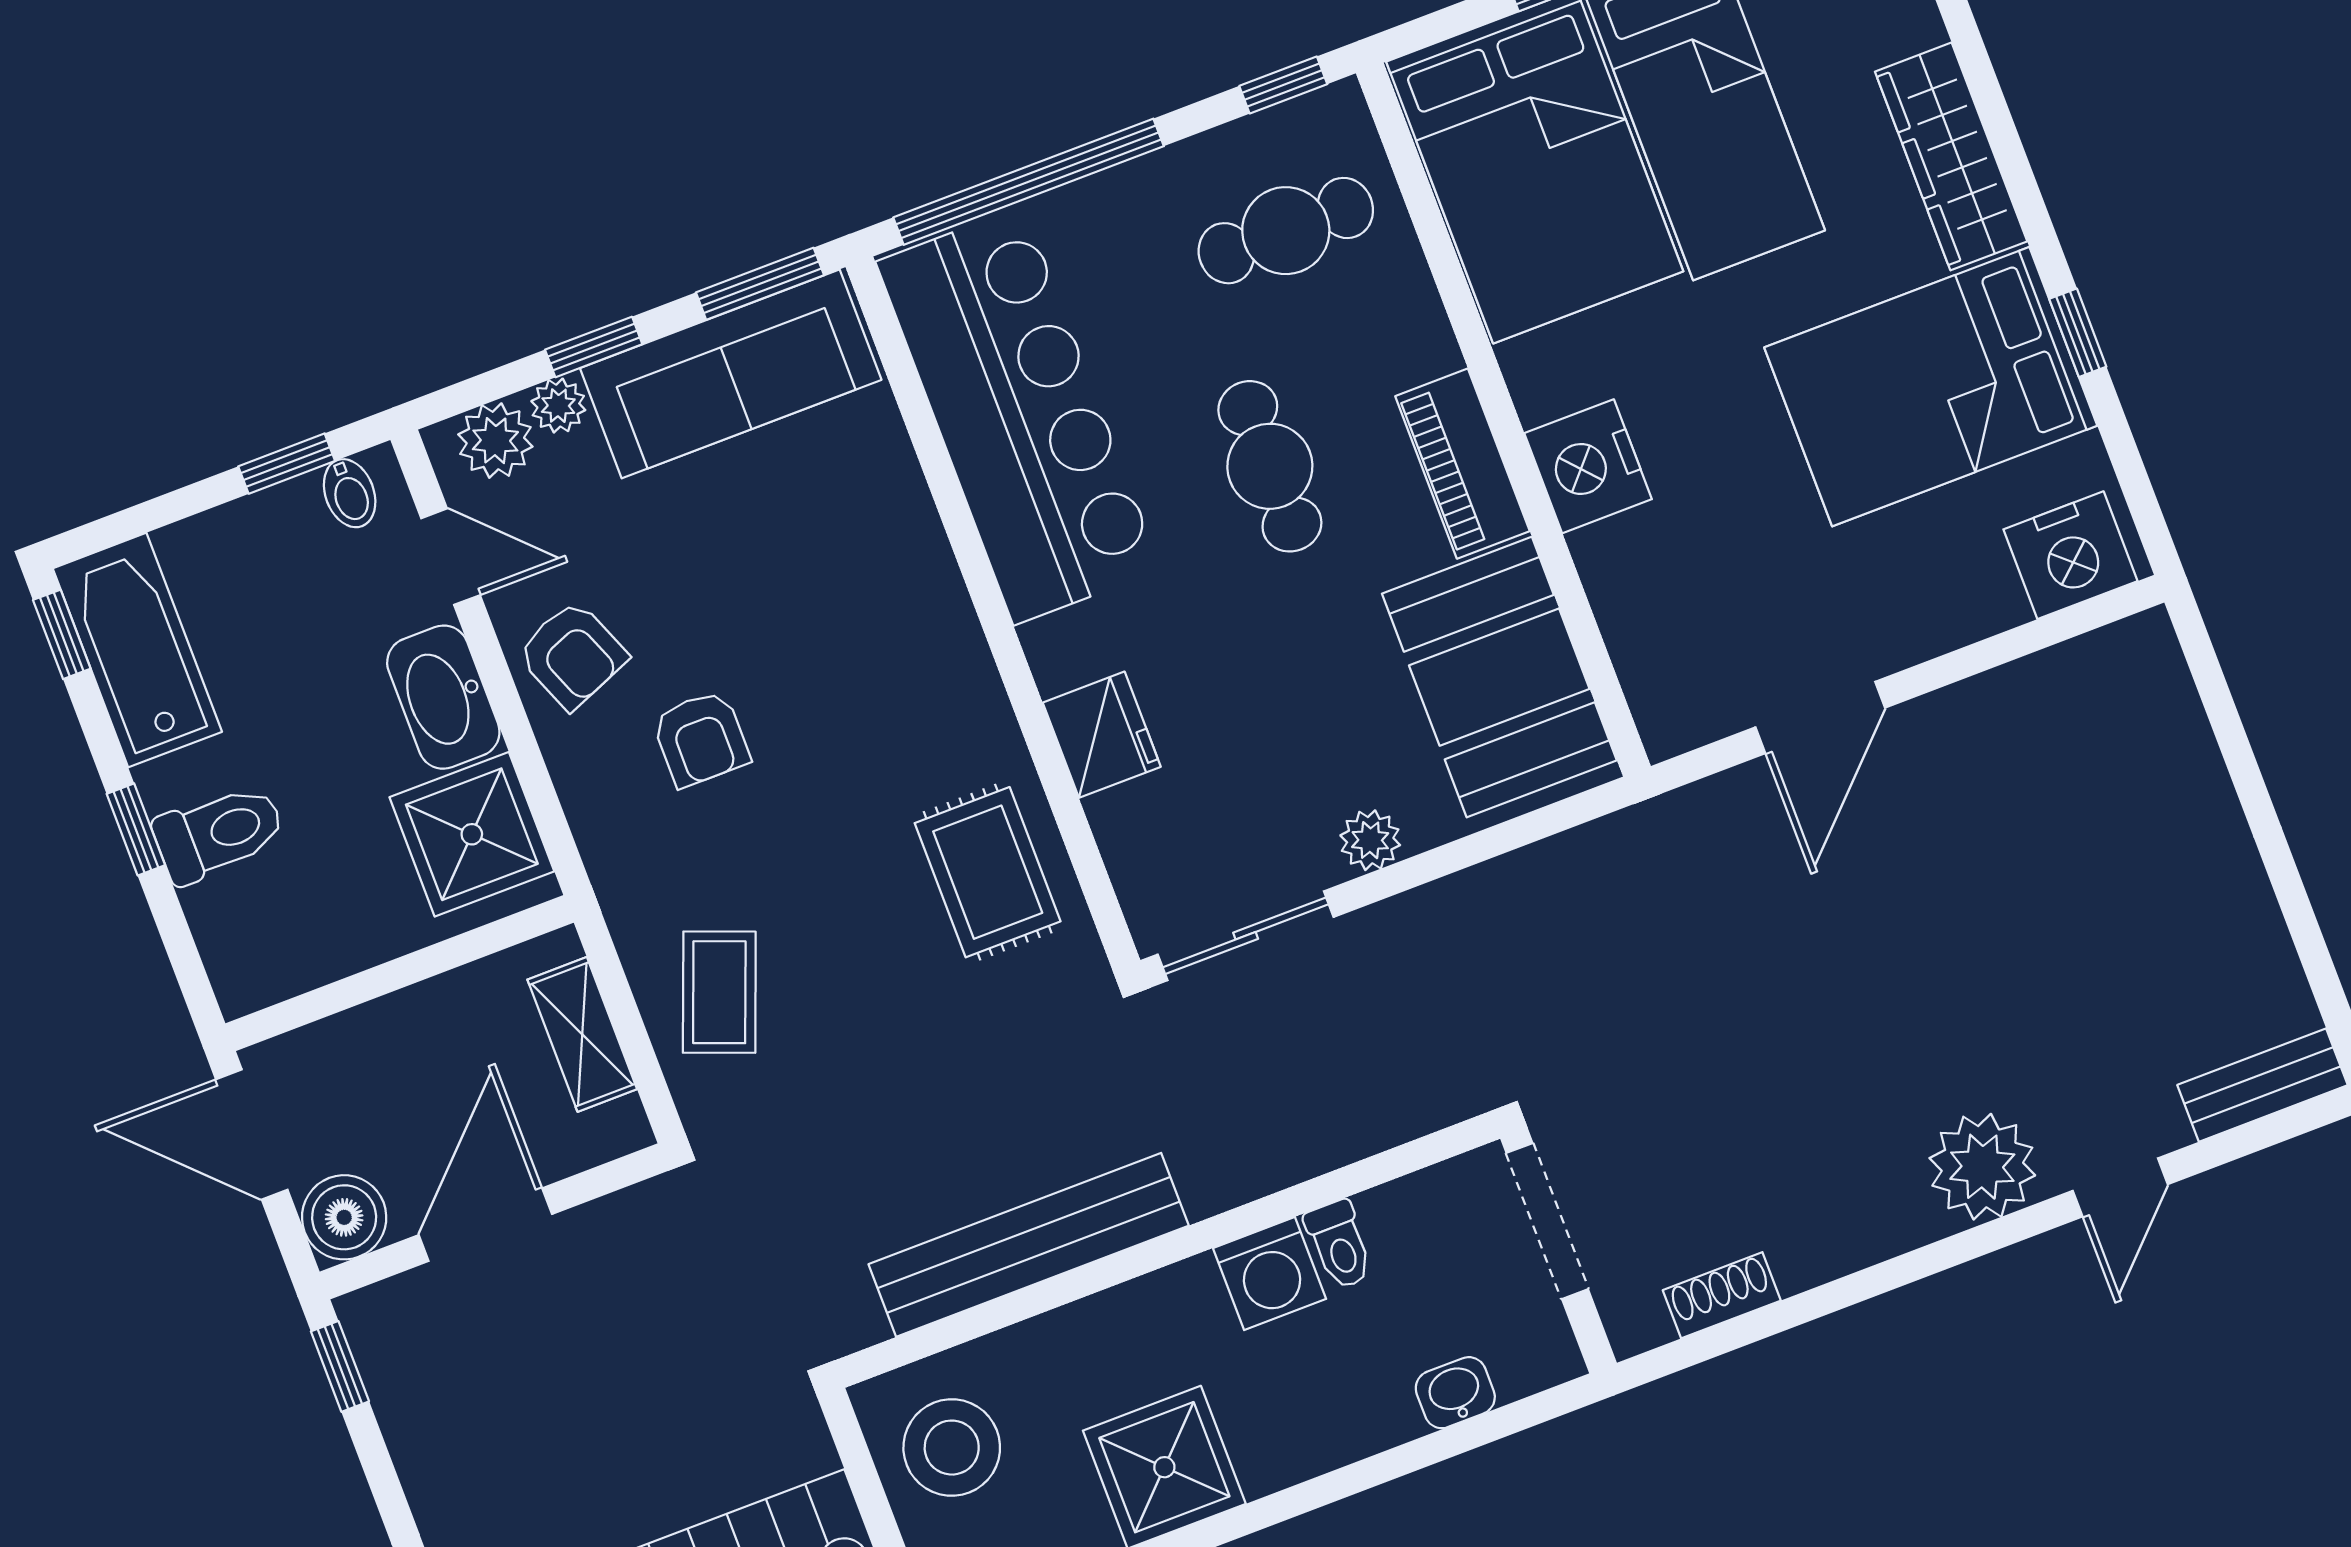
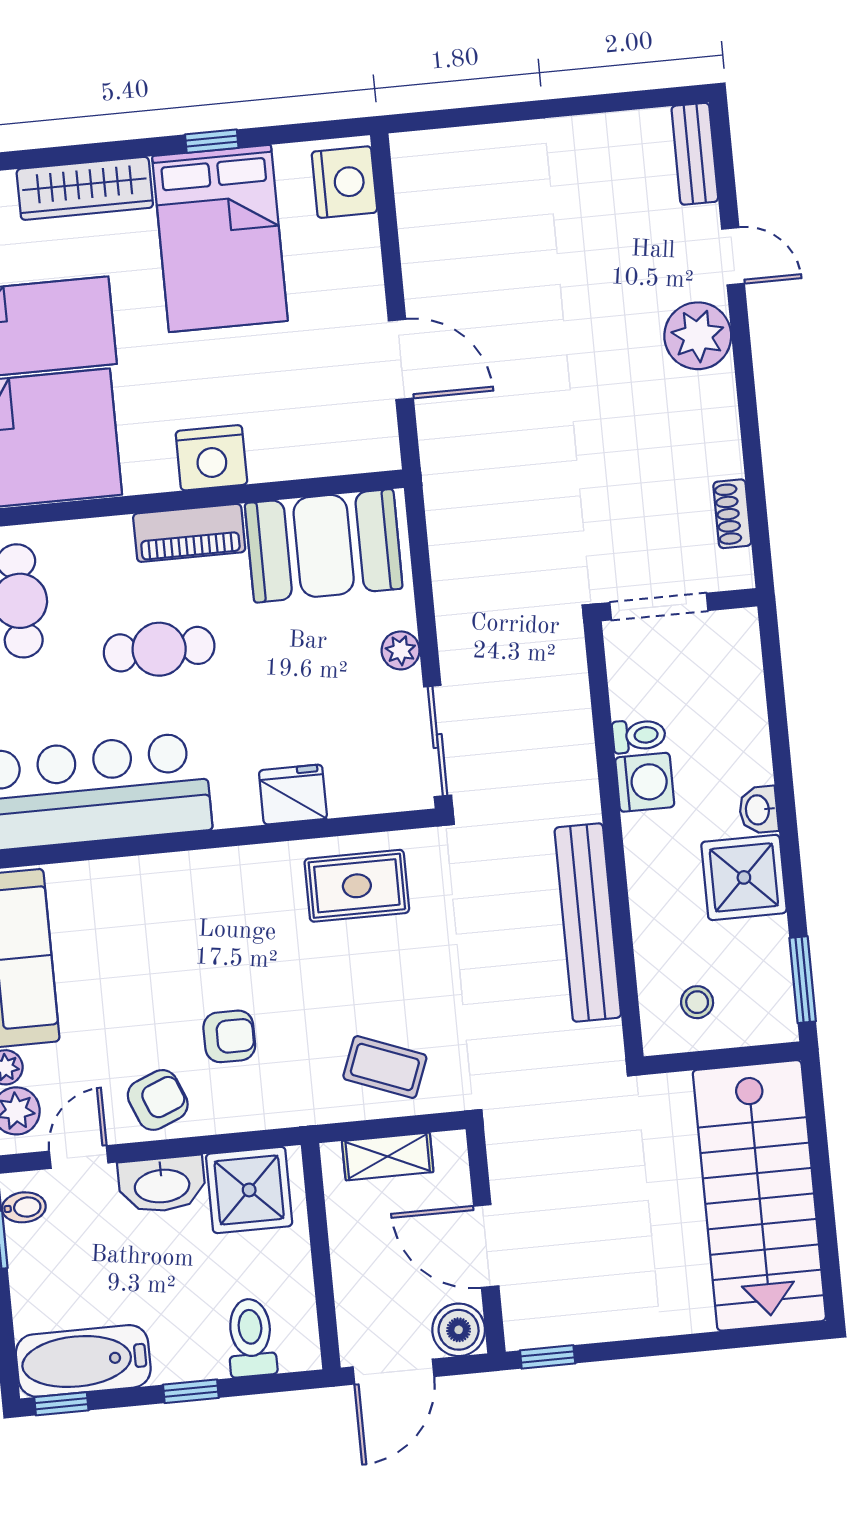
toilet: (219, 833) -> (251, 1338), moved
washbasin: (1455, 1393) -> (758, 810), moved
stool: (952, 1448) -> (697, 1002), width x0.53, depth x0.53

